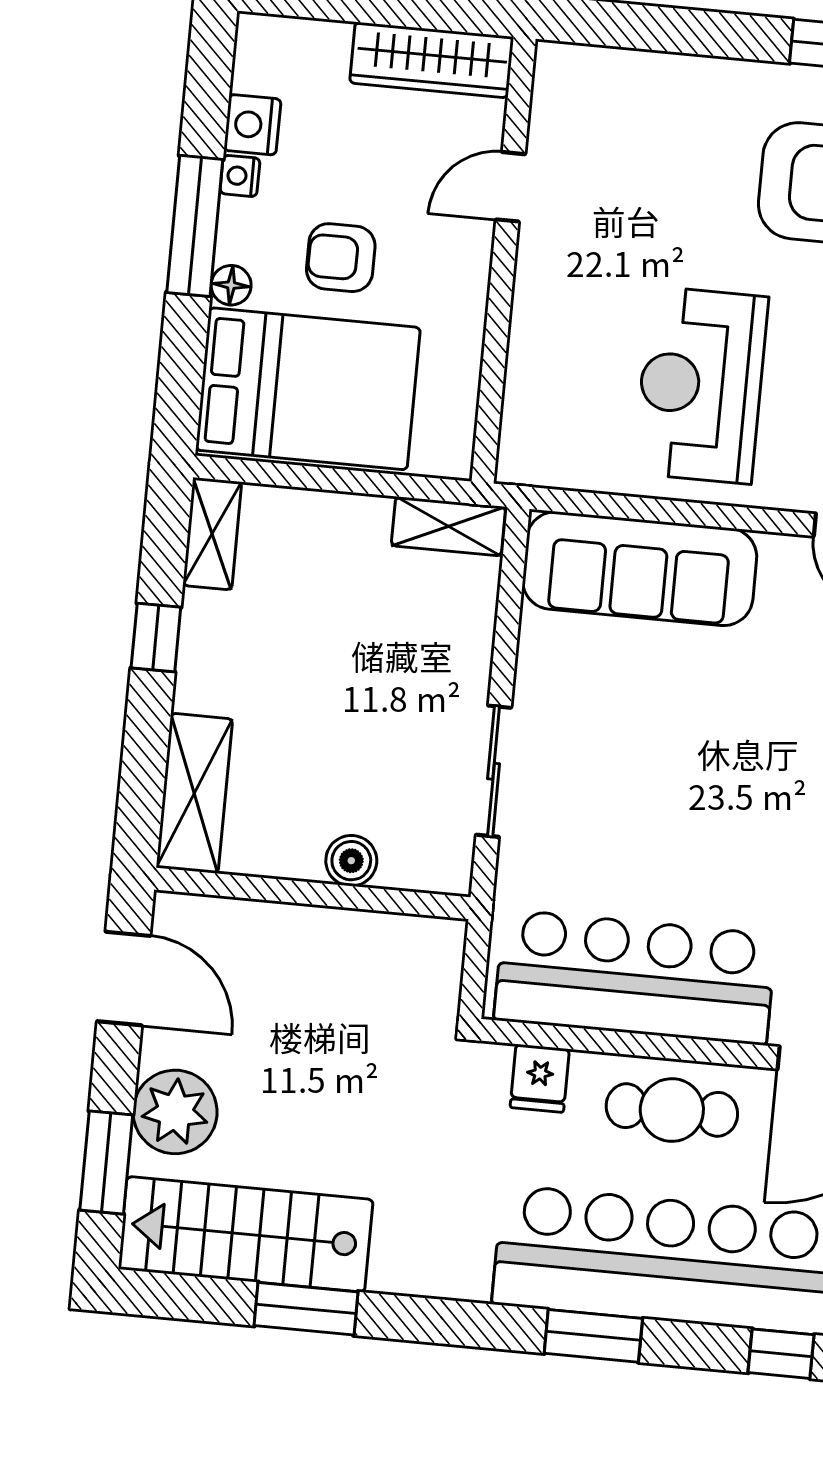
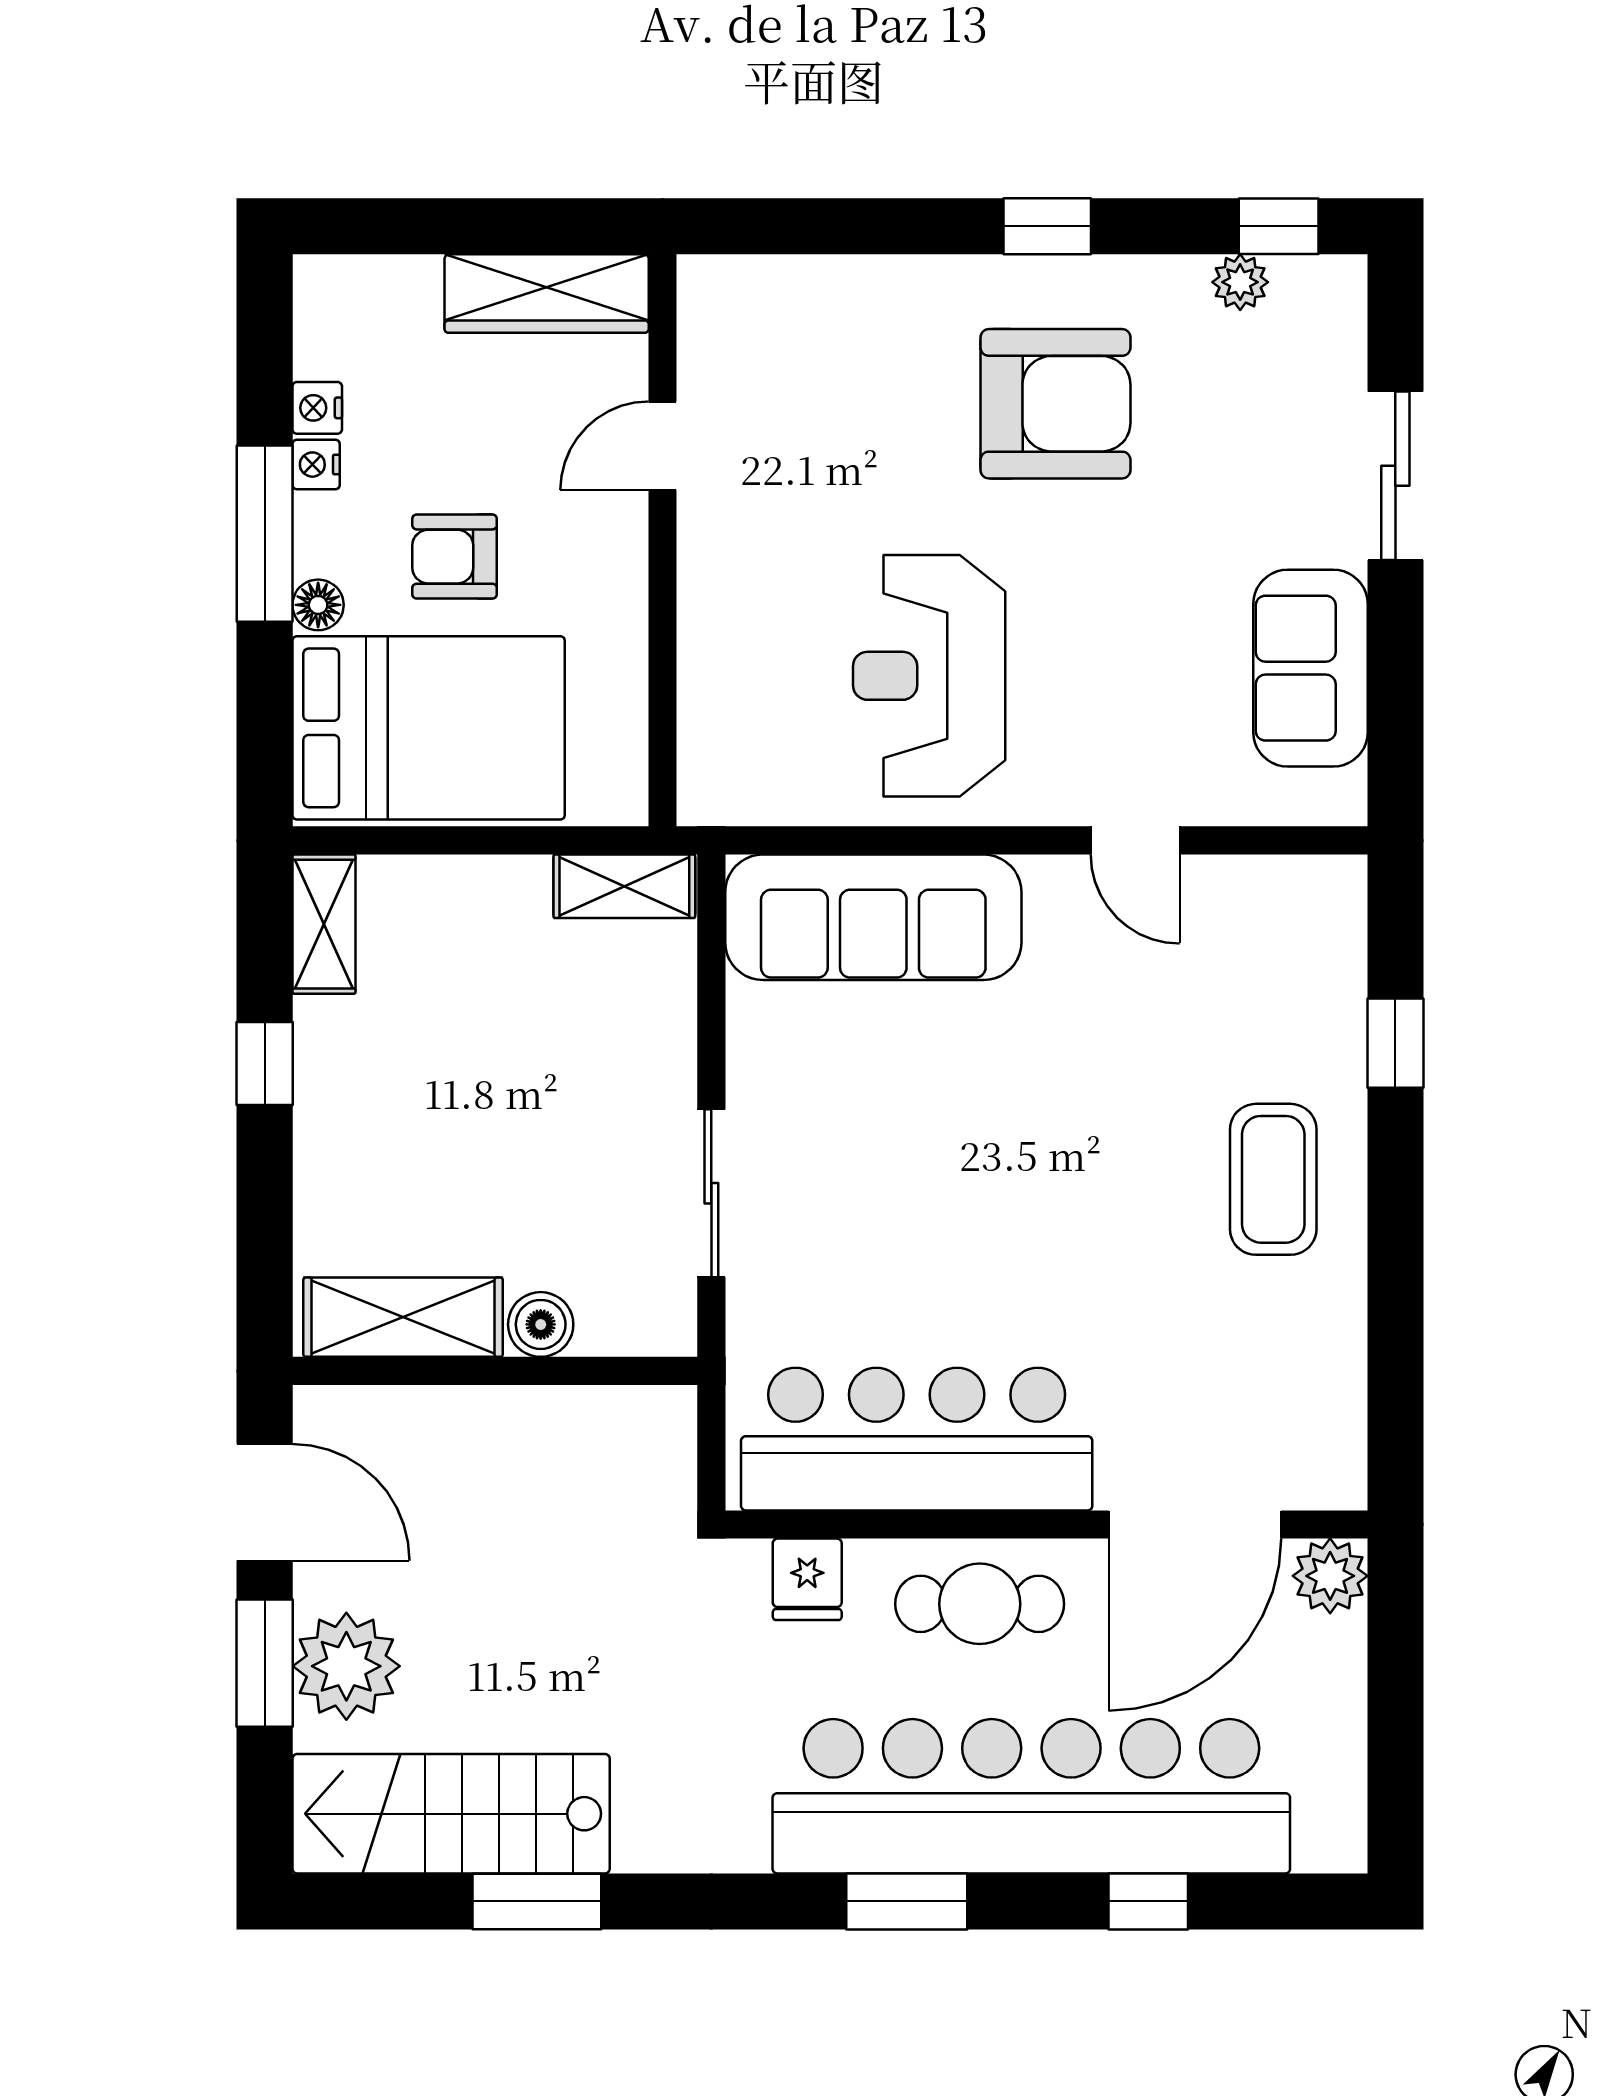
nightstand: (252, 125) -> (317, 408), width x0.72, depth x0.74
shelving: (194, 793) -> (403, 1317), moved, turned 90
window: (106, 1162) -> (265, 1663), moved

